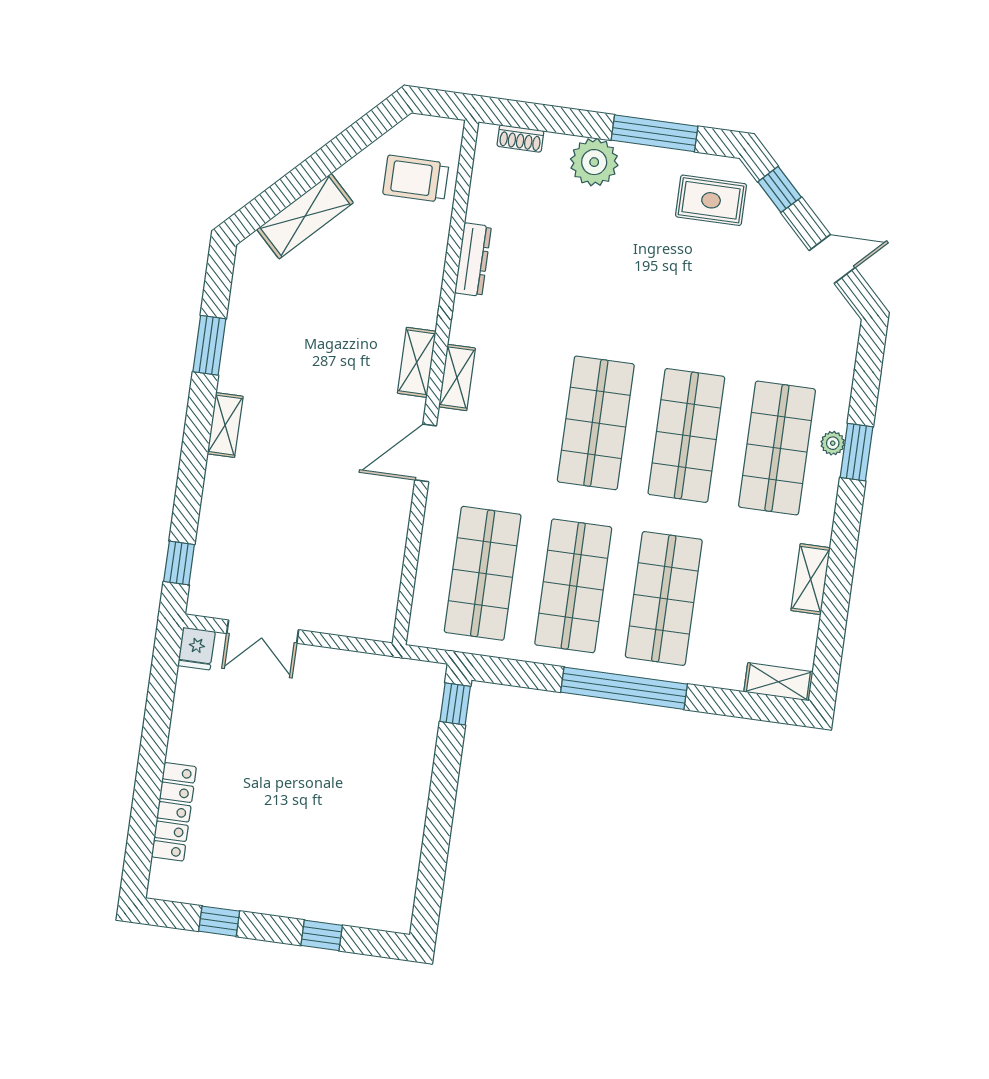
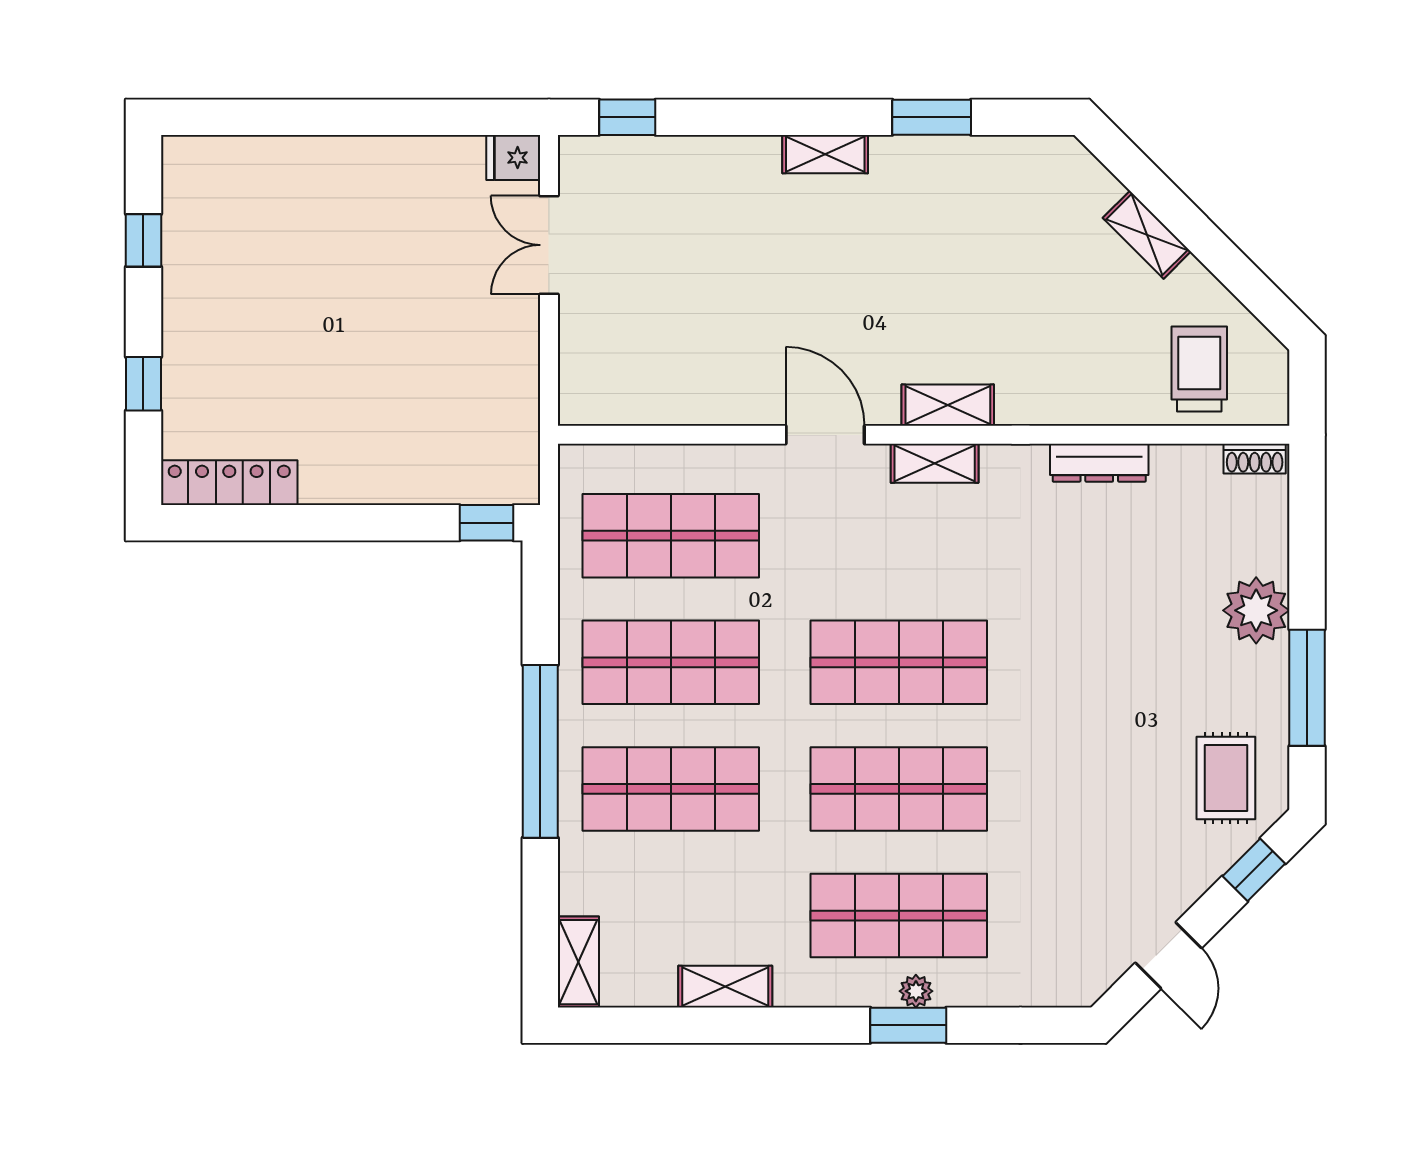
shoe rack: (520, 139) -> (1255, 459), moved, turned -90
shelving: (305, 216) -> (1147, 235), width x0.67, depth x0.75
locker: (174, 812) -> (229, 483), moved, turned 180

